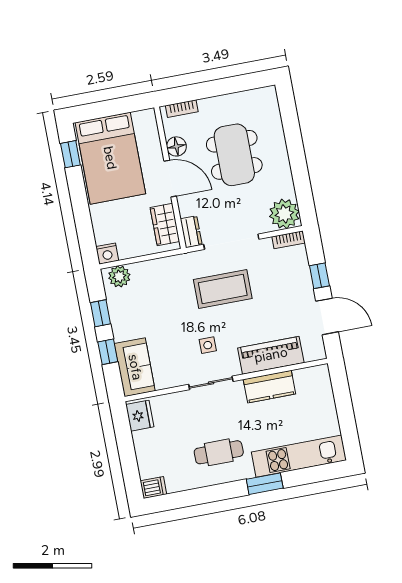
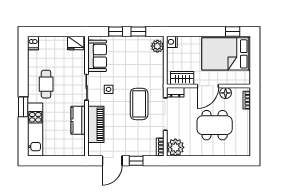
sofa: (135, 367) -> (97, 56), moved, turned -90

